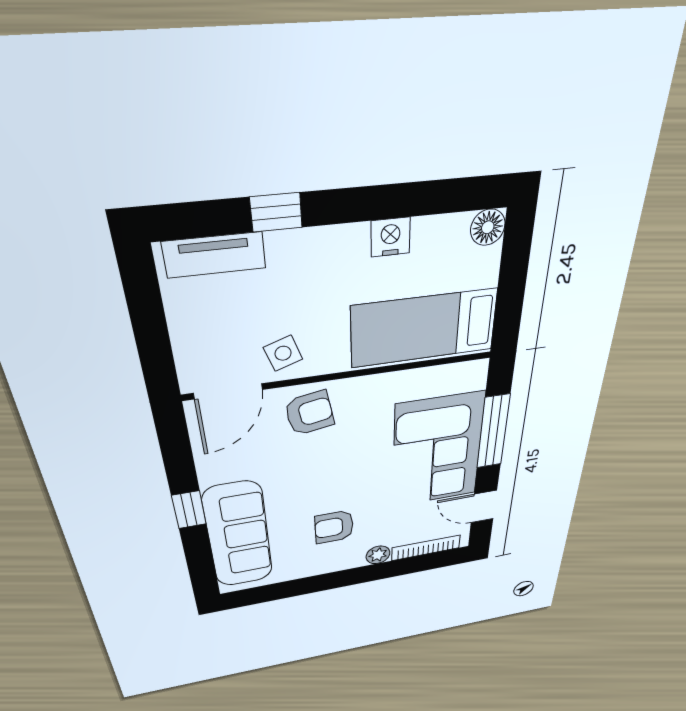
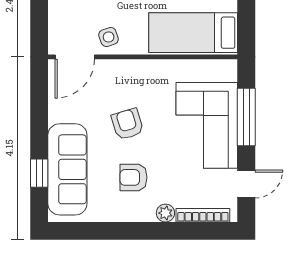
armchair: (310, 413) -> (127, 124), moved, turned -97
door: (484, 507) -> (246, 184), swing flipped
window: (189, 510) -> (39, 173), moved

